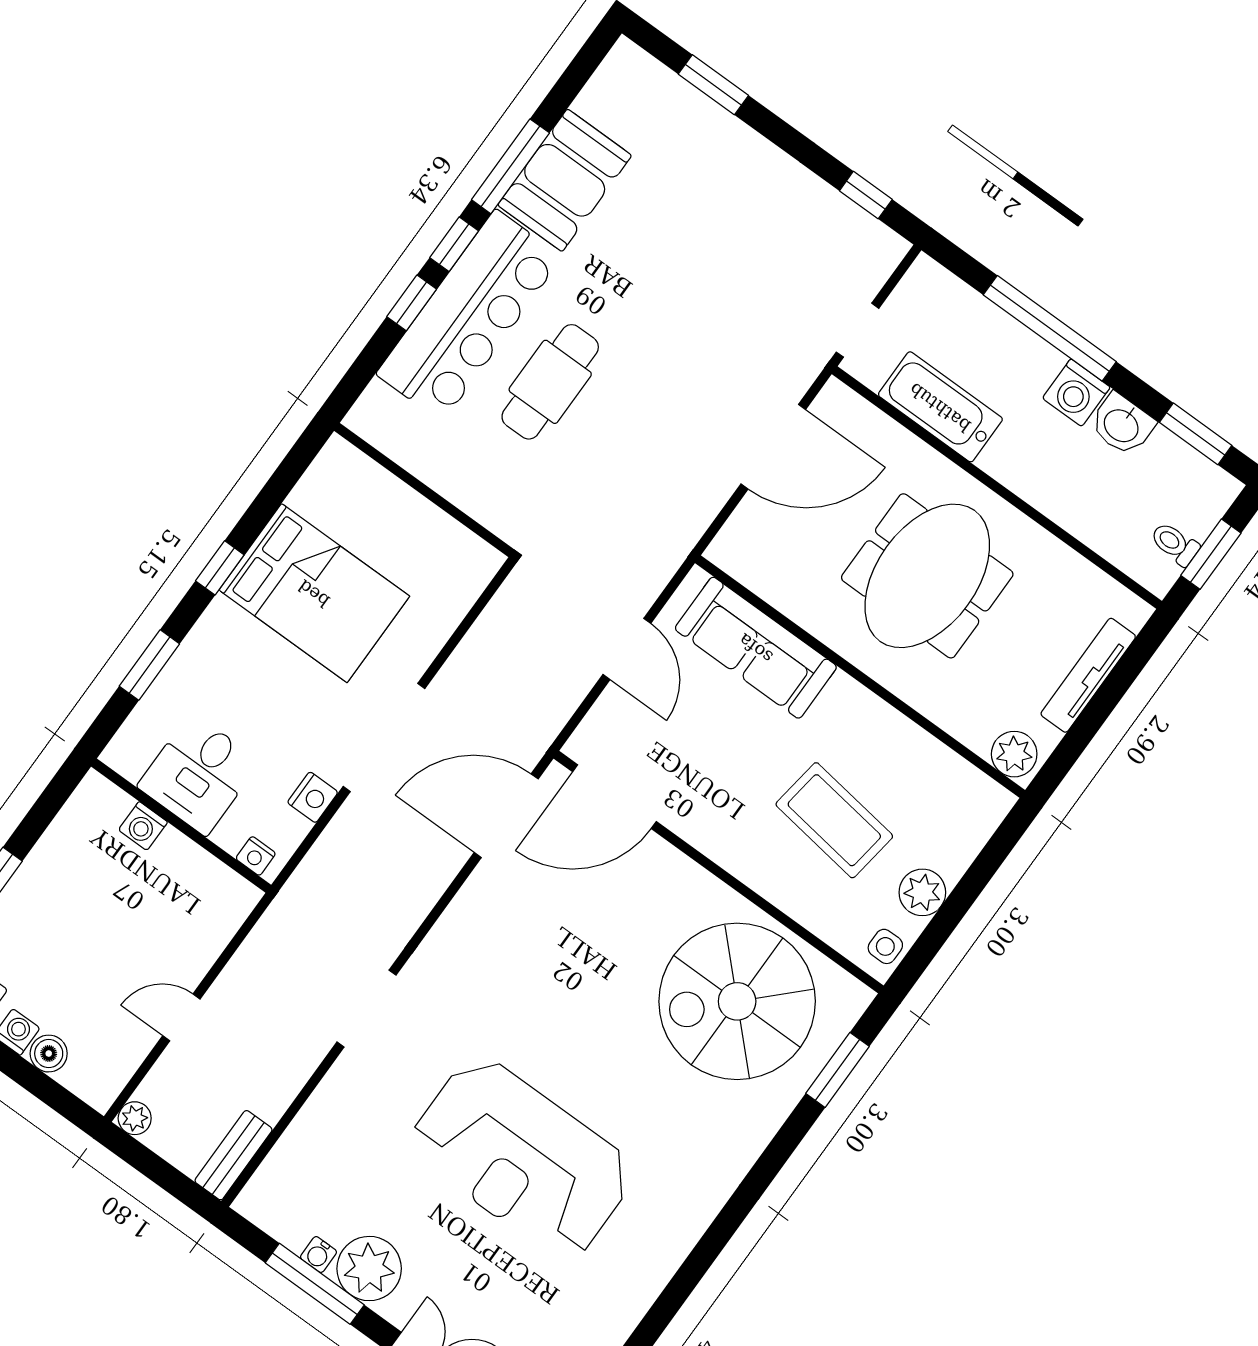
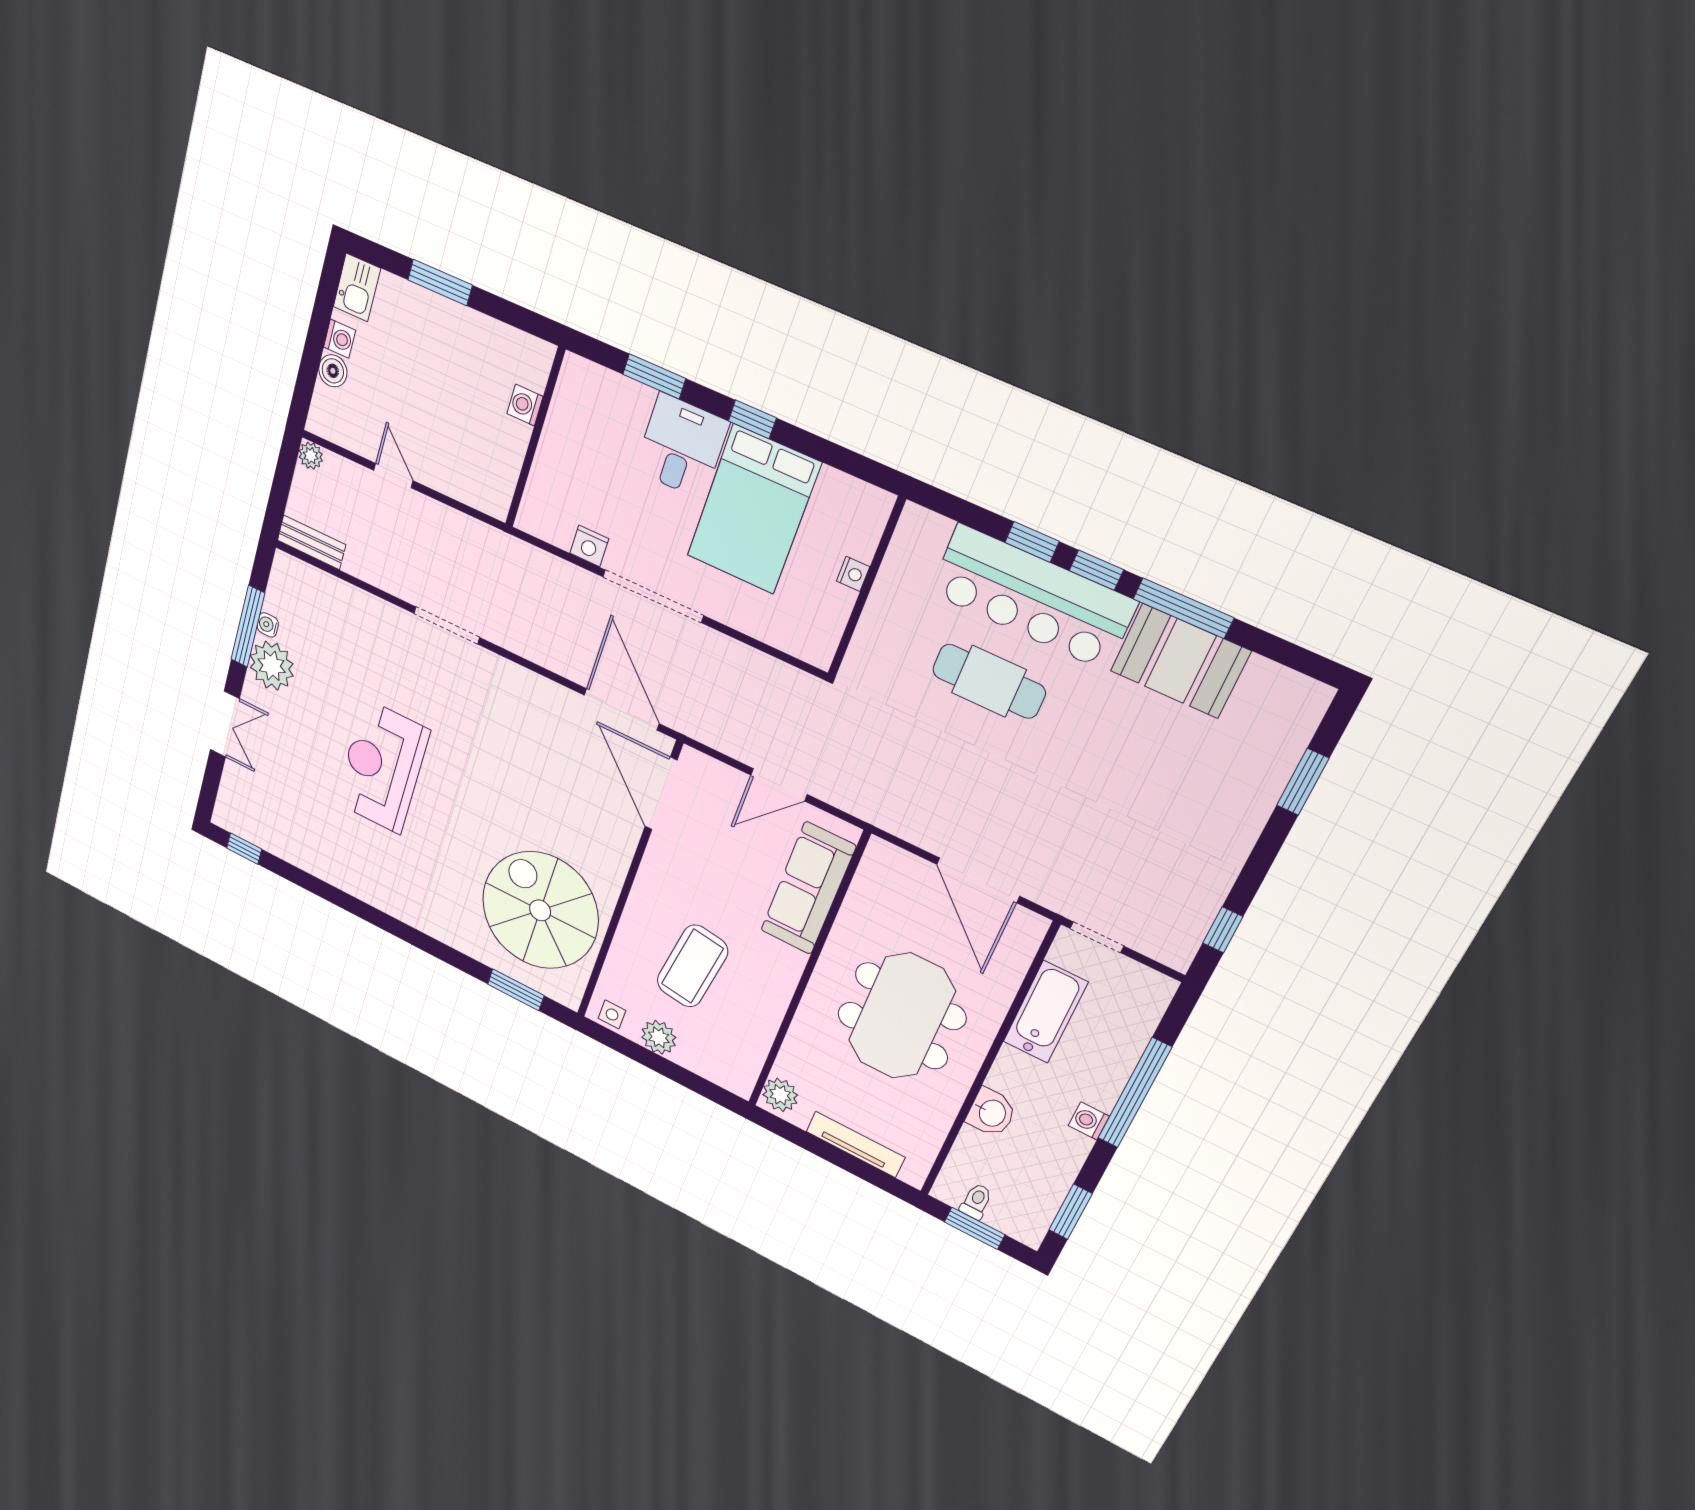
washing machine: (1076, 393) -> (1089, 1121), width x0.73, depth x0.73
washbasin: (1122, 425) -> (991, 1113), moved, turned 180
meeting table: (927, 576) -> (901, 1016), turned 90
desk: (199, 774) -> (682, 446), moved, turned 90
nightstand: (256, 856) -> (853, 574), moved, turned 180
reception desk: (522, 1158) -> (382, 767), width x0.74, depth x0.77

